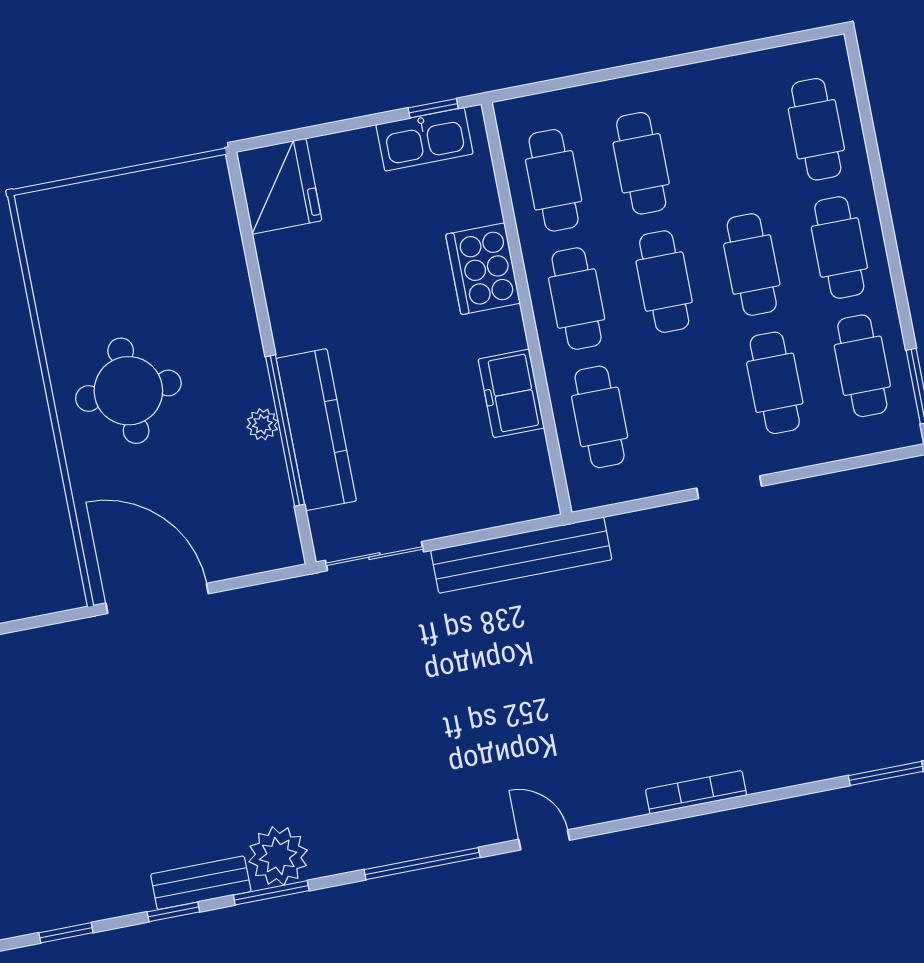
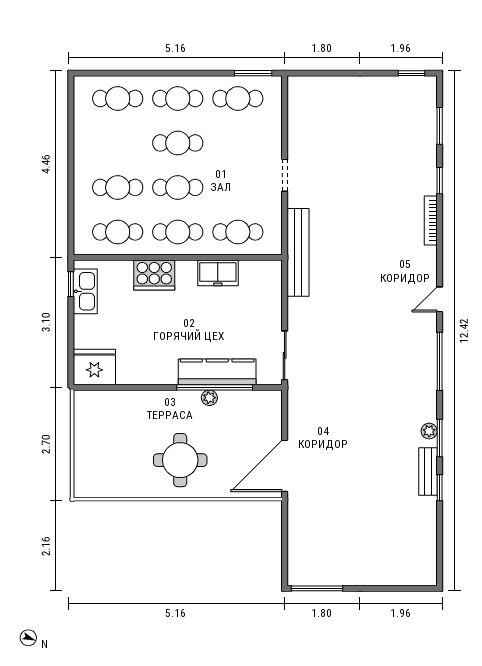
cafe table: (775, 383) -> (238, 143), removed
bench: (521, 555) -> (298, 252), moved
plant: (278, 856) -> (429, 431), width x0.53, depth x0.53
window: (66, 933) -> (440, 181), moved

